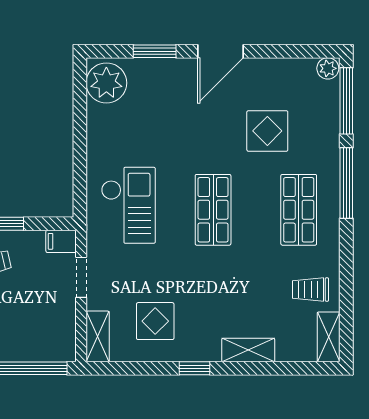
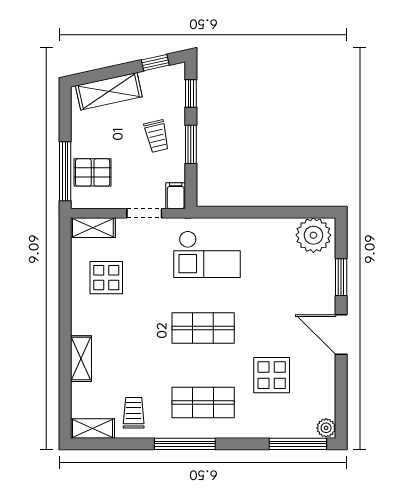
window: (346, 183) -> (185, 444), moved
pallet: (34, 337) -> (93, 172), added
window: (195, 368) -> (65, 312), removed

